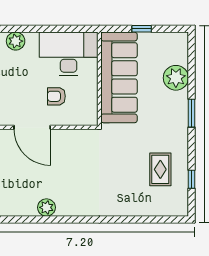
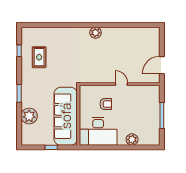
door: (32, 127) -> (121, 84), width x0.53
plant: (46, 207) -> (96, 33), moved

